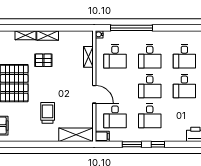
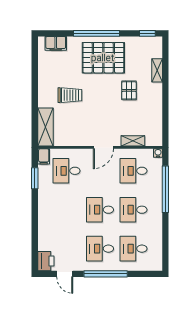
shelving: (48, 35) -> (157, 95), removed
door: (94, 94) -> (103, 147), moved
desk: (150, 116) -> (67, 210), removed
window: (132, 144) -> (35, 178), moved
window: (158, 144) -> (35, 219), removed

